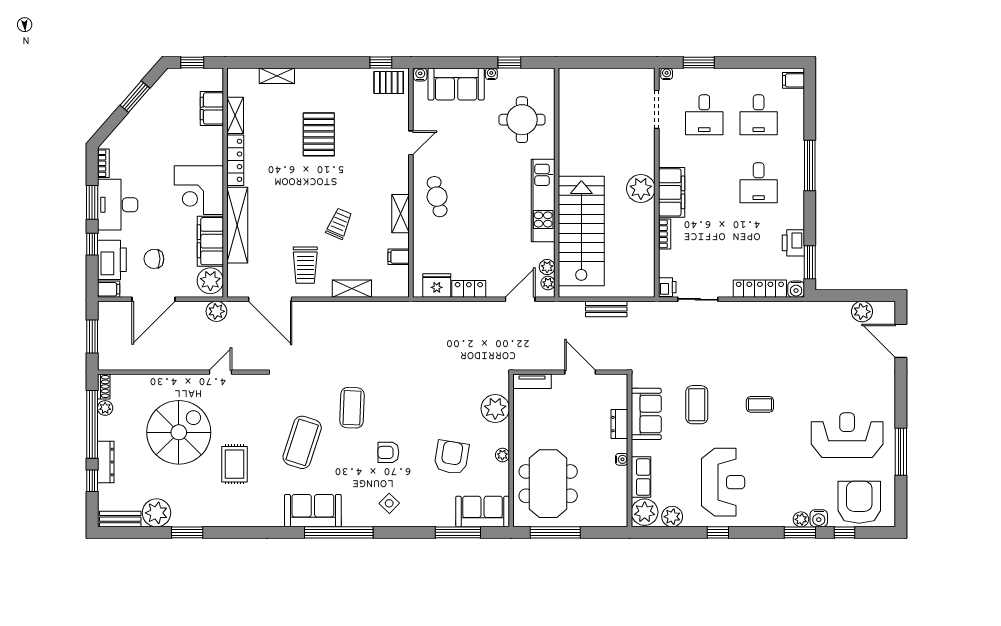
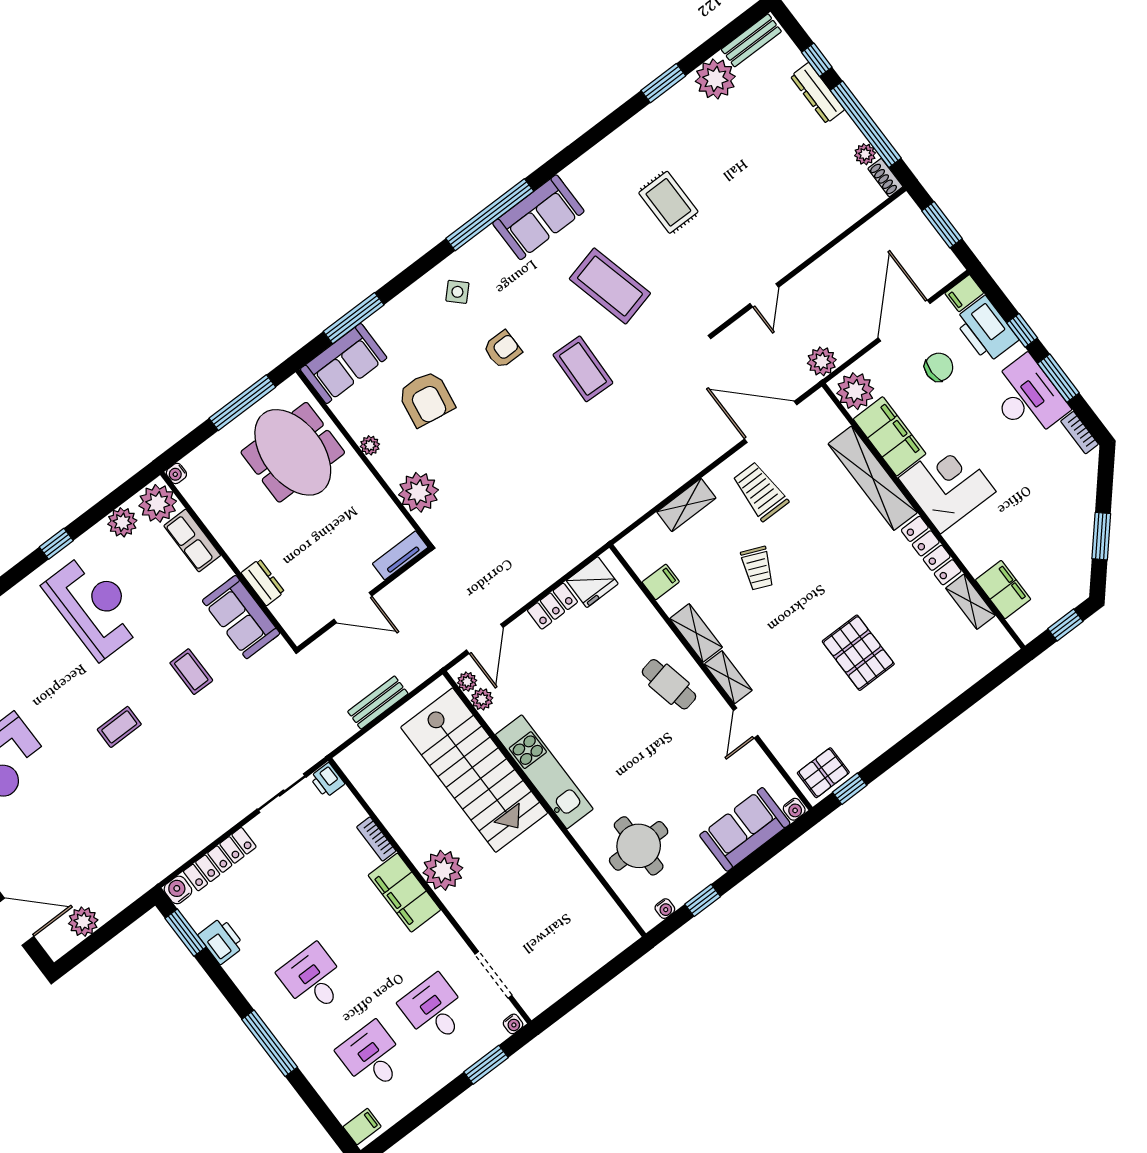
water cooler: (491, 74) -> (665, 909), moved
shelving: (277, 76) -> (728, 677), moved, turned 90
coffee table: (697, 405) -> (191, 672), width x0.73, depth x0.77
spiral stairs: (179, 432) -> (760, 190), removed
coffee table: (302, 442) -> (610, 286), turned -32
water cooler: (622, 459) -> (176, 473), moved
reception desk: (723, 482) -> (94, 606), turned 180

